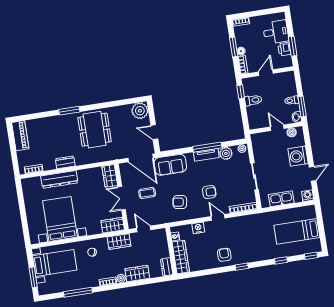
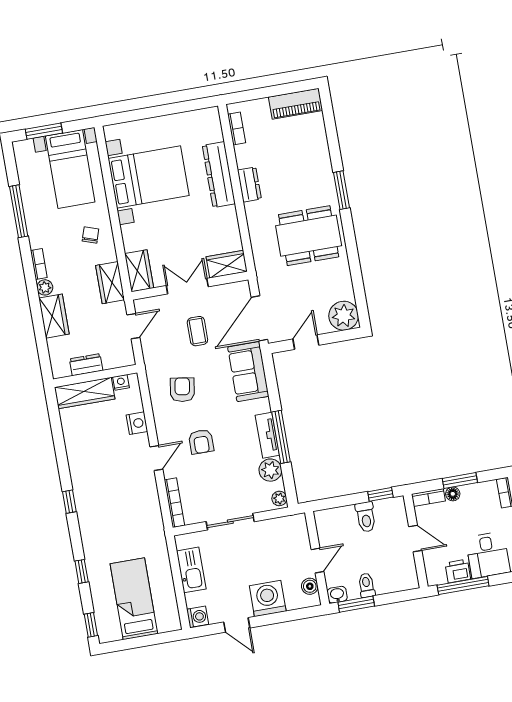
window: (293, 46) -> (463, 585), width x1.44
armchair: (224, 255) -> (90, 470), removed
dresser: (167, 267) -> (86, 365), moved

